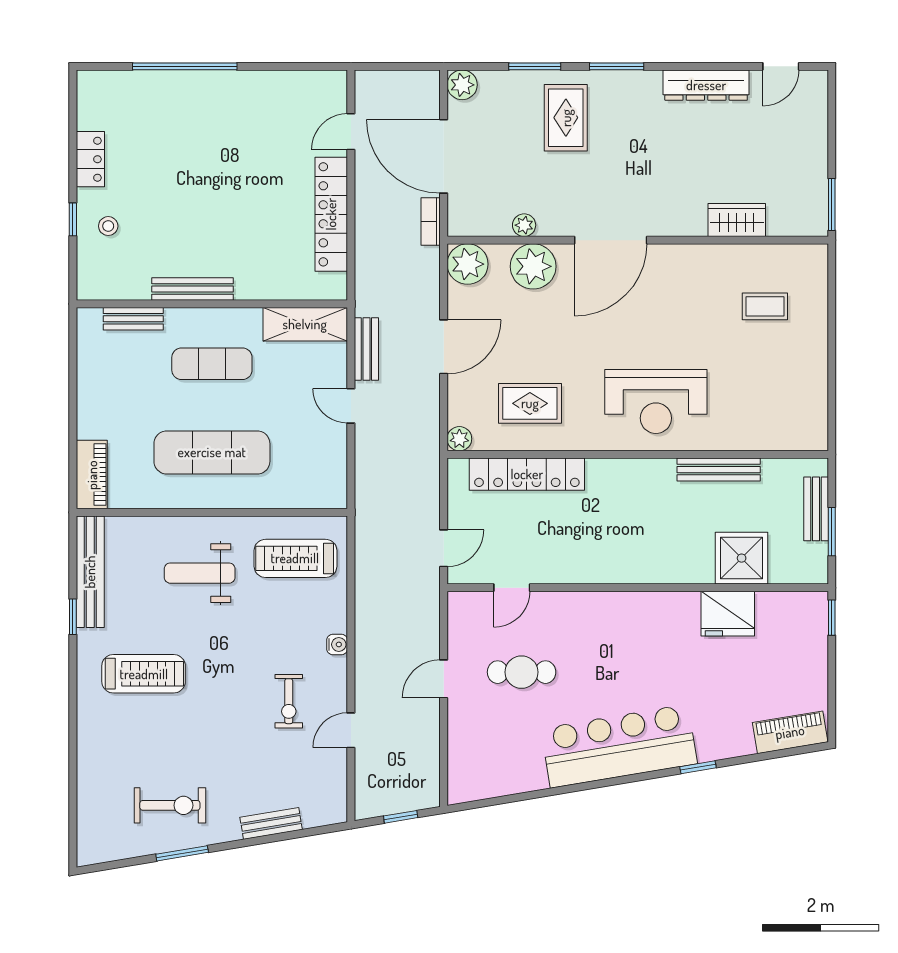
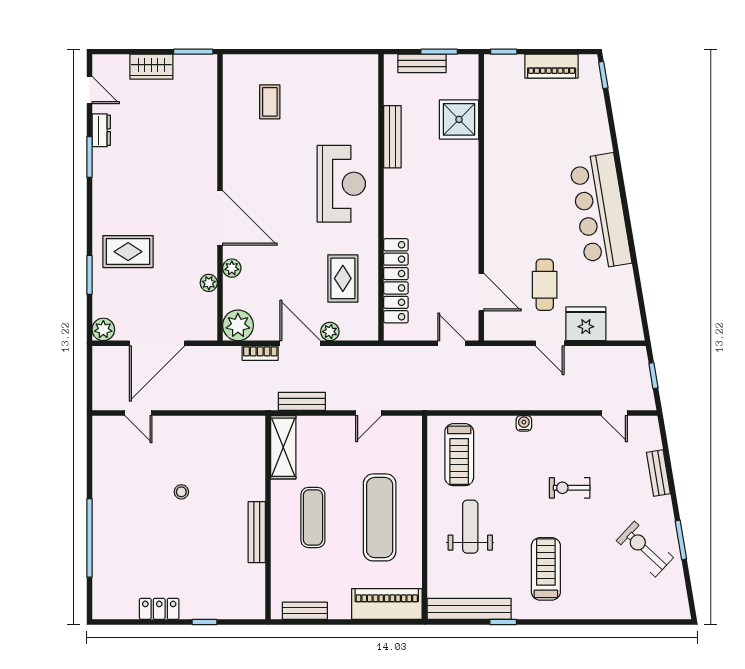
window: (617, 66) -> (89, 157), moved
dresser: (706, 85) -> (101, 130), width x0.51, depth x0.80
locker: (331, 214) -> (201, 428), removed
wardrobe: (737, 220) -> (151, 67), moved, turned -90
bookcase: (431, 221) -> (260, 353), moved
stool: (108, 226) -> (181, 492), moved
plant: (533, 266) -> (232, 268), width x0.53, depth x0.53
bench: (133, 319) -> (305, 611), moved, turned 90
door: (351, 406) -> (369, 413), moved
plant: (459, 439) -> (330, 332), moved
piano: (92, 475) -> (387, 604), width x1.37, depth x1.33
weight bench: (200, 573) -> (470, 527), turned 180
door: (512, 588) -> (481, 292), width x1.37
fridge: (728, 614) -> (586, 324), moved, turned -90
exercise bike: (289, 701) -> (570, 488), moved, turned 180
door: (351, 730) -> (614, 413), moved
piano: (790, 732) -> (552, 66), moved, turned -81
window: (698, 767) -> (603, 75), moved
exercise bike: (170, 805) -> (645, 549), turned -47

